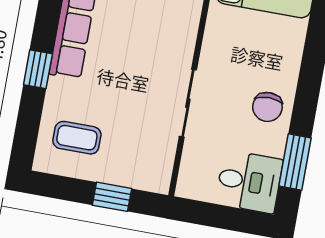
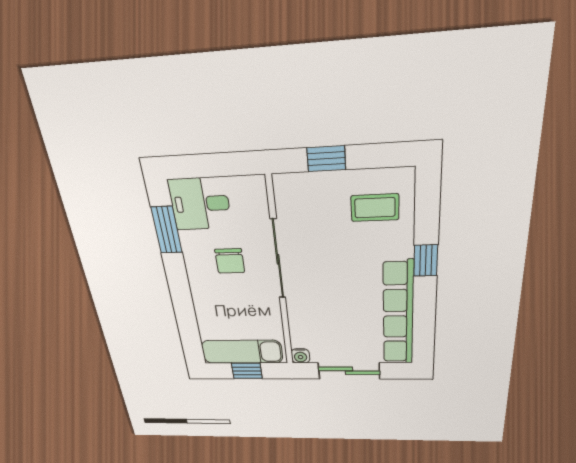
sliding door: (188, 103) -> (278, 259), width x1.37
chair: (267, 107) -> (230, 261), moved, turned 180

